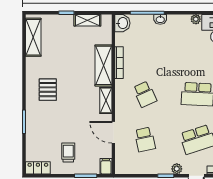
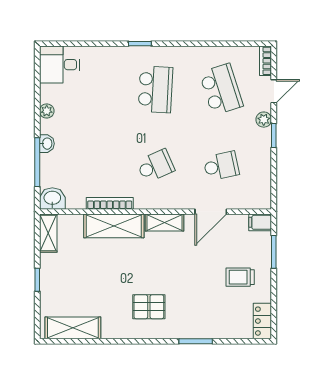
plant: (196, 19) -> (47, 111), moved
shelving: (87, 20) -> (48, 233), moved

